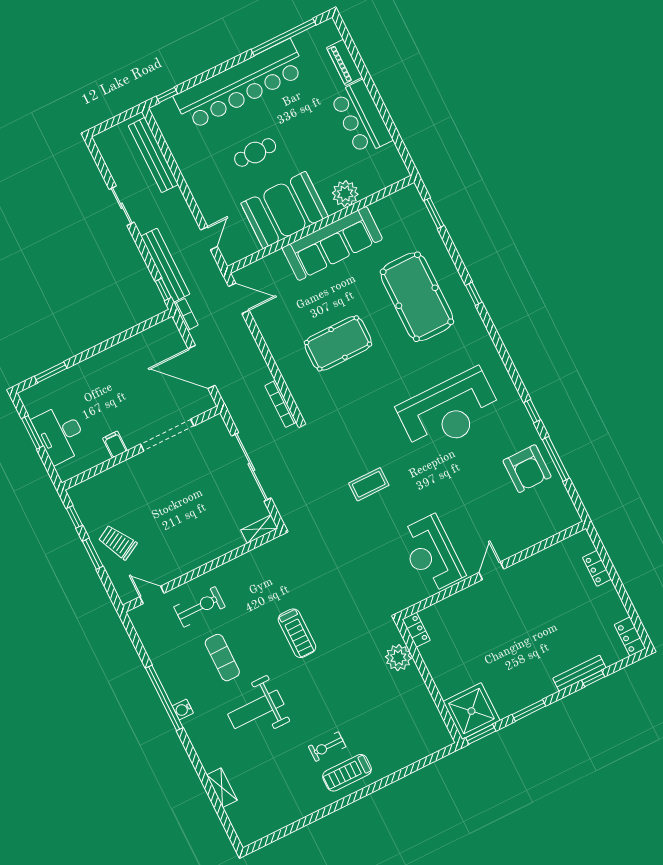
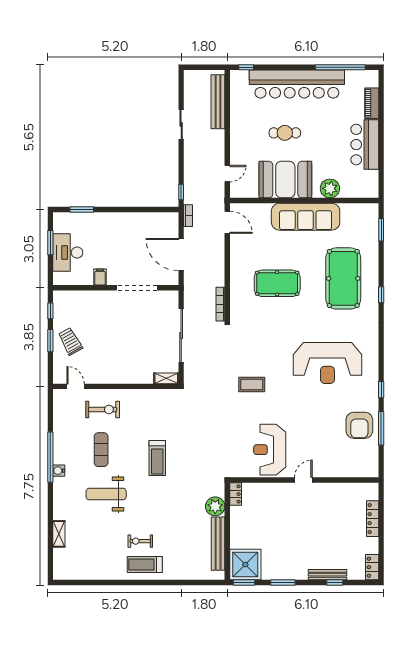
bench: (165, 265) -> (218, 544), moved
locker: (597, 568) -> (373, 519), width x1.53

